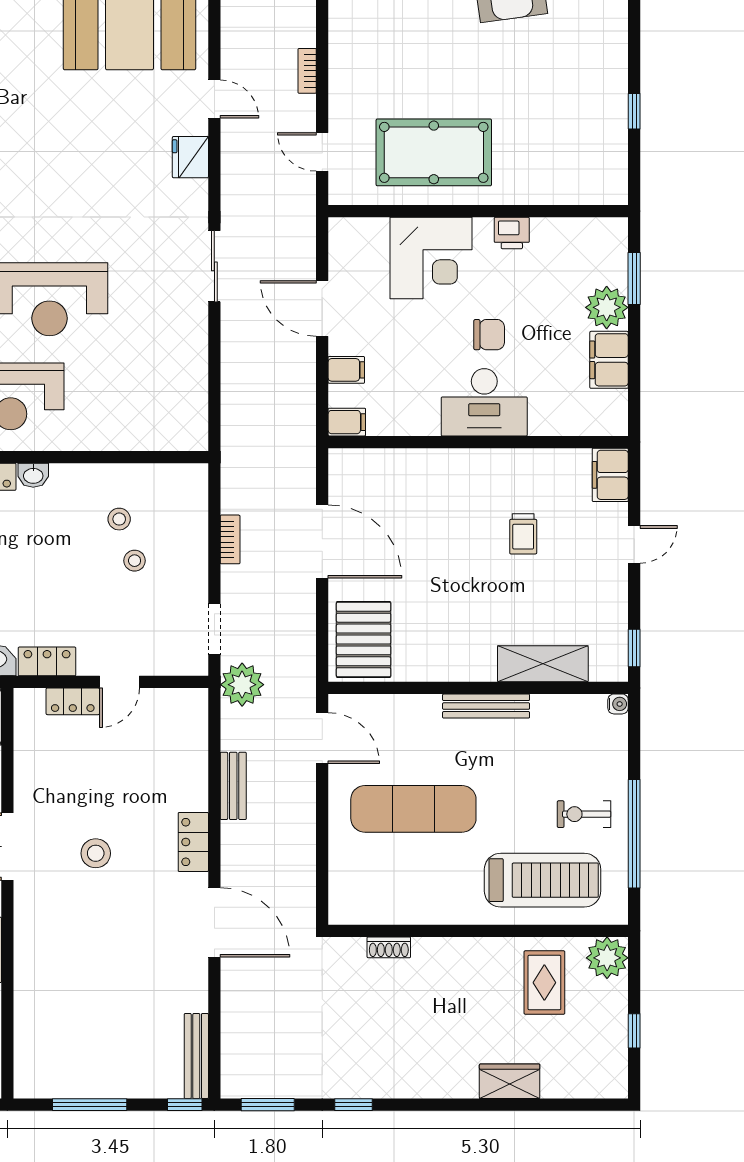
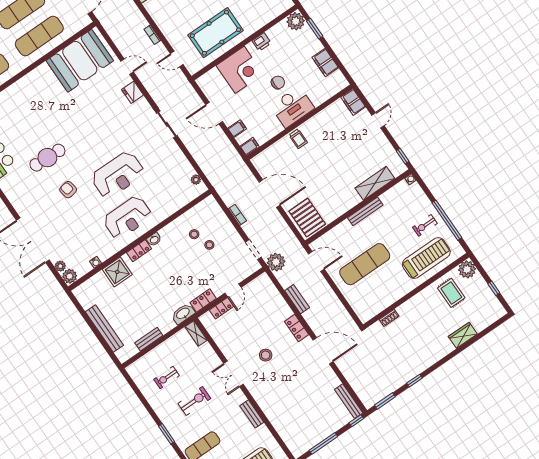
plant: (607, 307) -> (296, 21), moved
plant: (196, 414) -> (196, 180), added
trolley: (523, 534) -> (298, 139), moved

